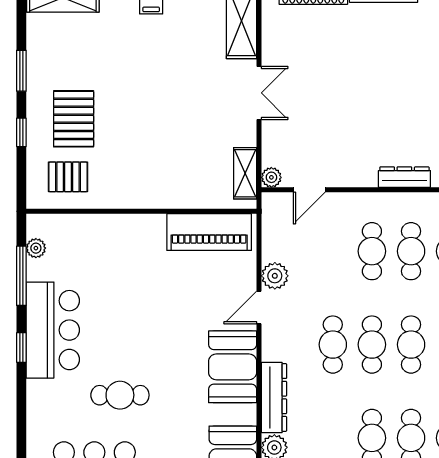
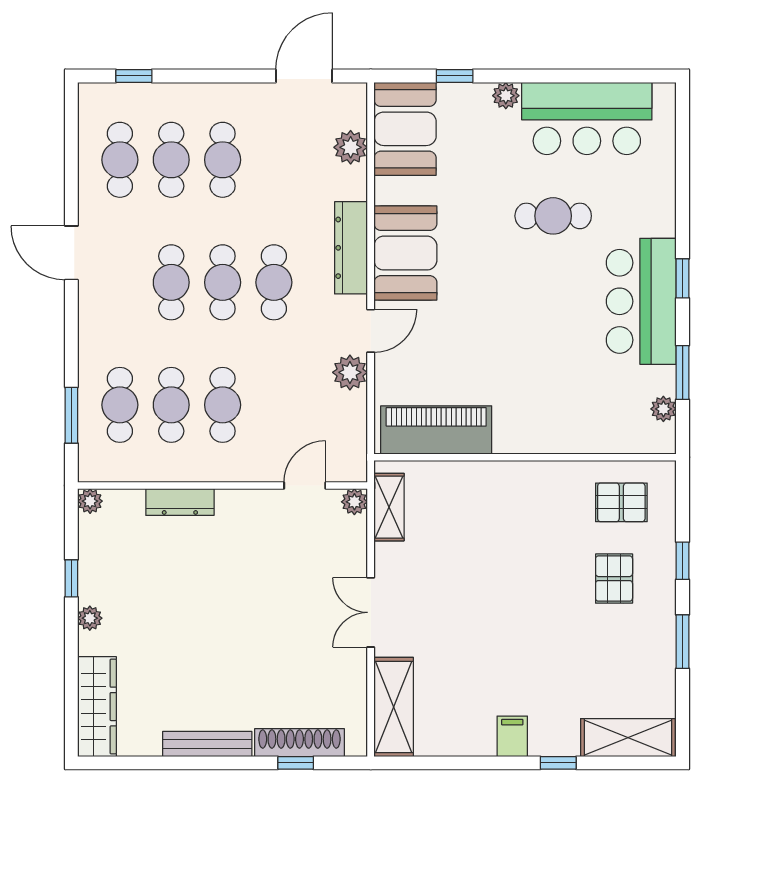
pallet: (74, 119) -> (614, 579), width x0.67, depth x0.71
window: (21, 276) -> (683, 373), width x0.69
dresser: (274, 397) -> (351, 248), moved

